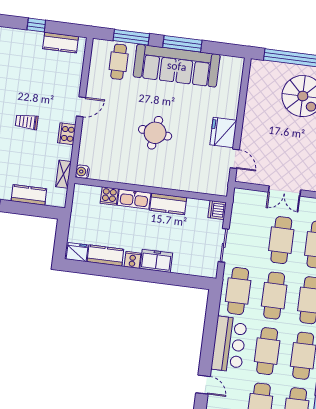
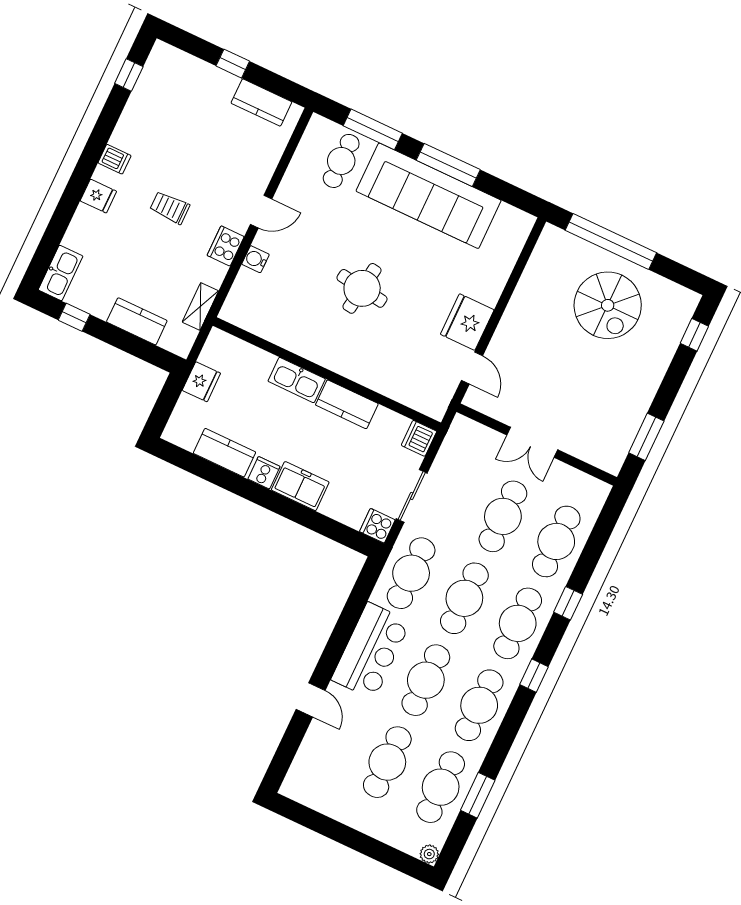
water cooler: (82, 172) -> (255, 259), moved
cooker: (109, 196) -> (377, 526), moved, turned 90
fridge: (77, 252) -> (201, 382), moved, turned 90

